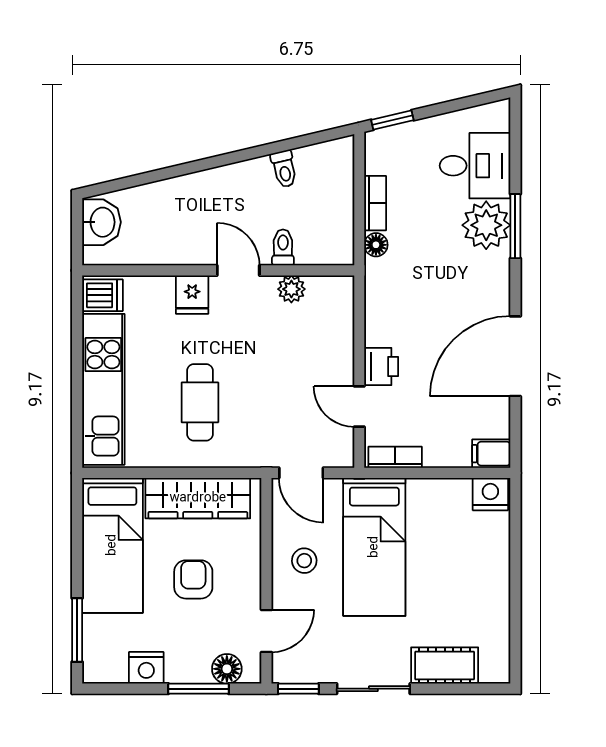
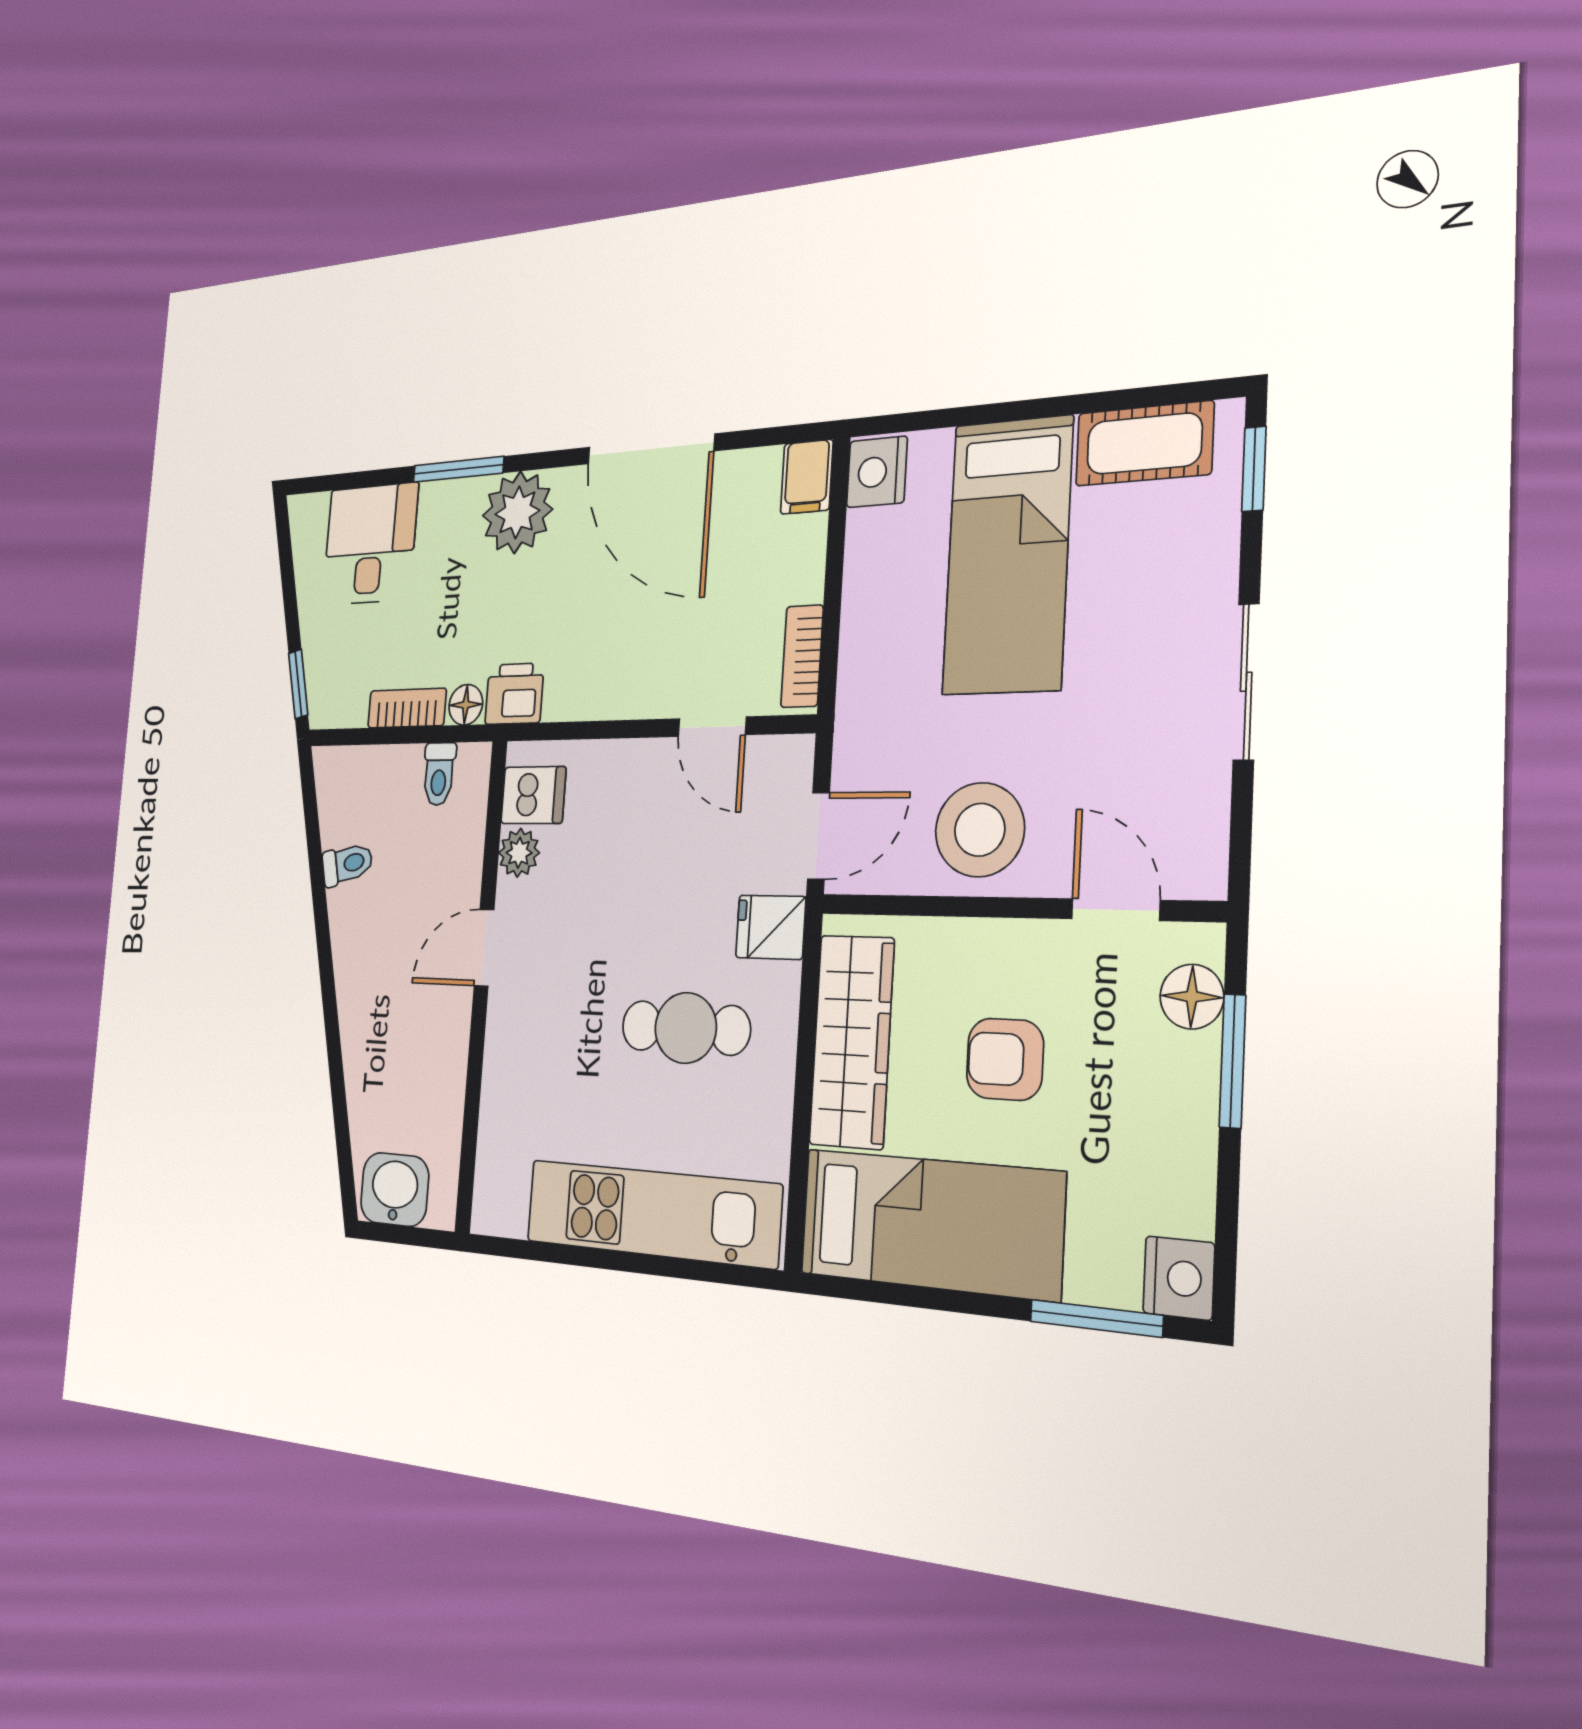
plant: (486, 225) -> (517, 512), moved
toilet: (283, 247) -> (439, 774), moved, turned -90
dishwasher: (102, 295) -> (533, 795), moved, turned 90
fridge: (192, 295) -> (771, 927), moved, turned 180
printer: (381, 366) -> (514, 694), moved
door: (359, 406) -> (712, 727), hinge flipped
bed: (374, 547) -> (1008, 556), moved, turned 90
stool: (304, 561) -> (980, 830), width x1.89, depth x1.89
cot: (445, 666) -> (1144, 444), moved, turned 90
nightstand: (146, 668) -> (1179, 1278), moved
window: (298, 689) -> (1254, 469), moved

